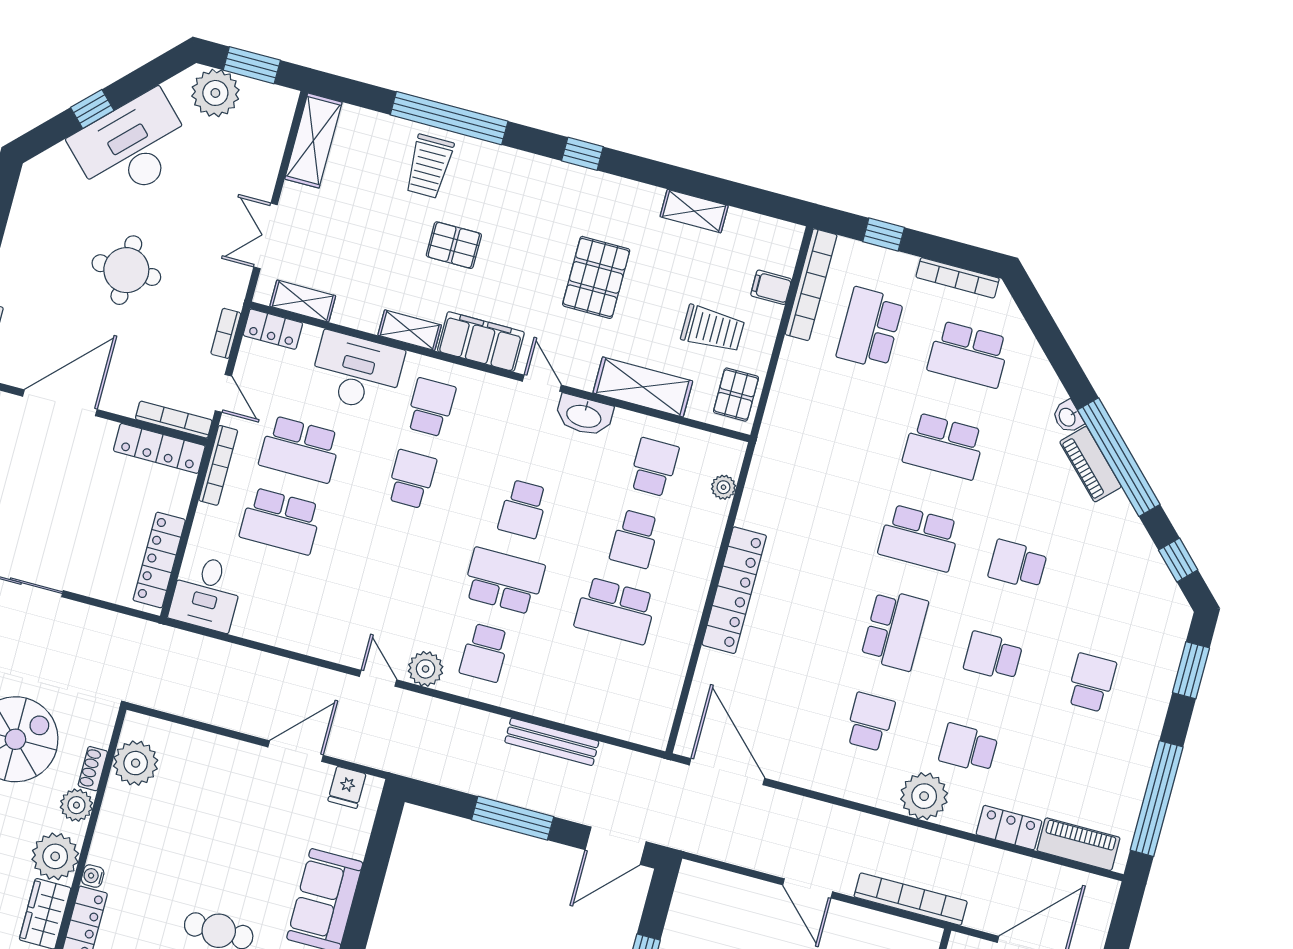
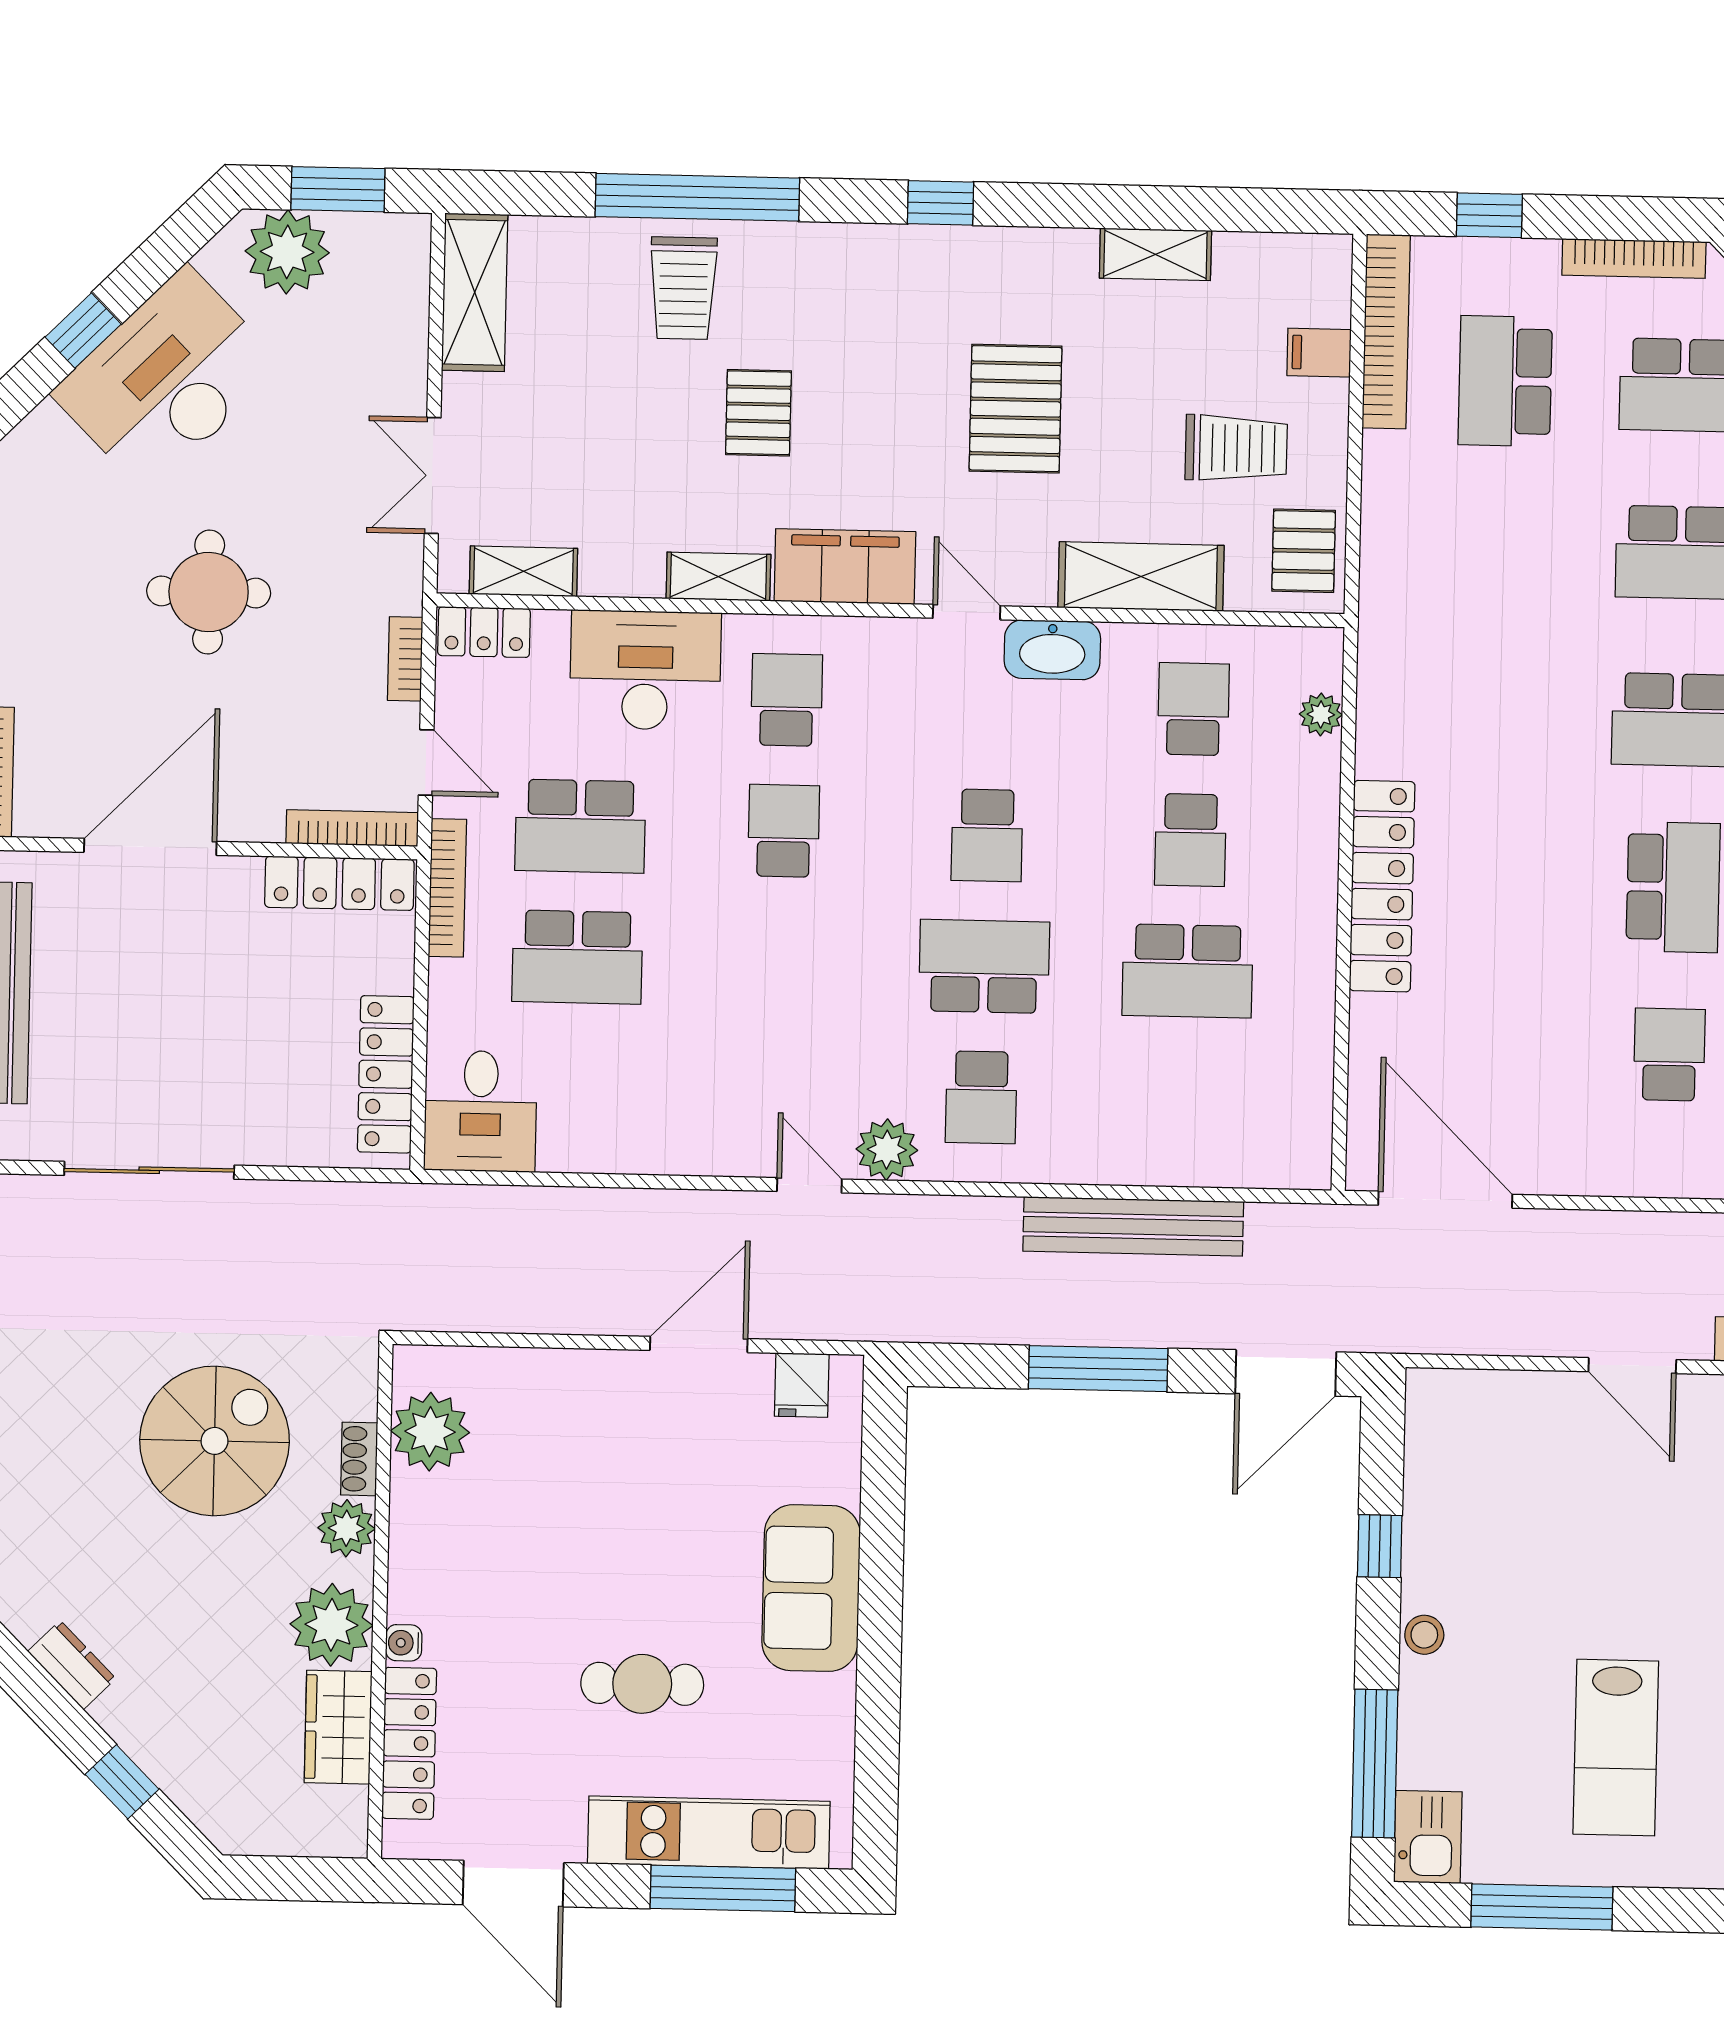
pallet: (454, 245) -> (758, 413), turned 90
bench: (552, 742) -> (1133, 1226), width x1.37, depth x1.21

